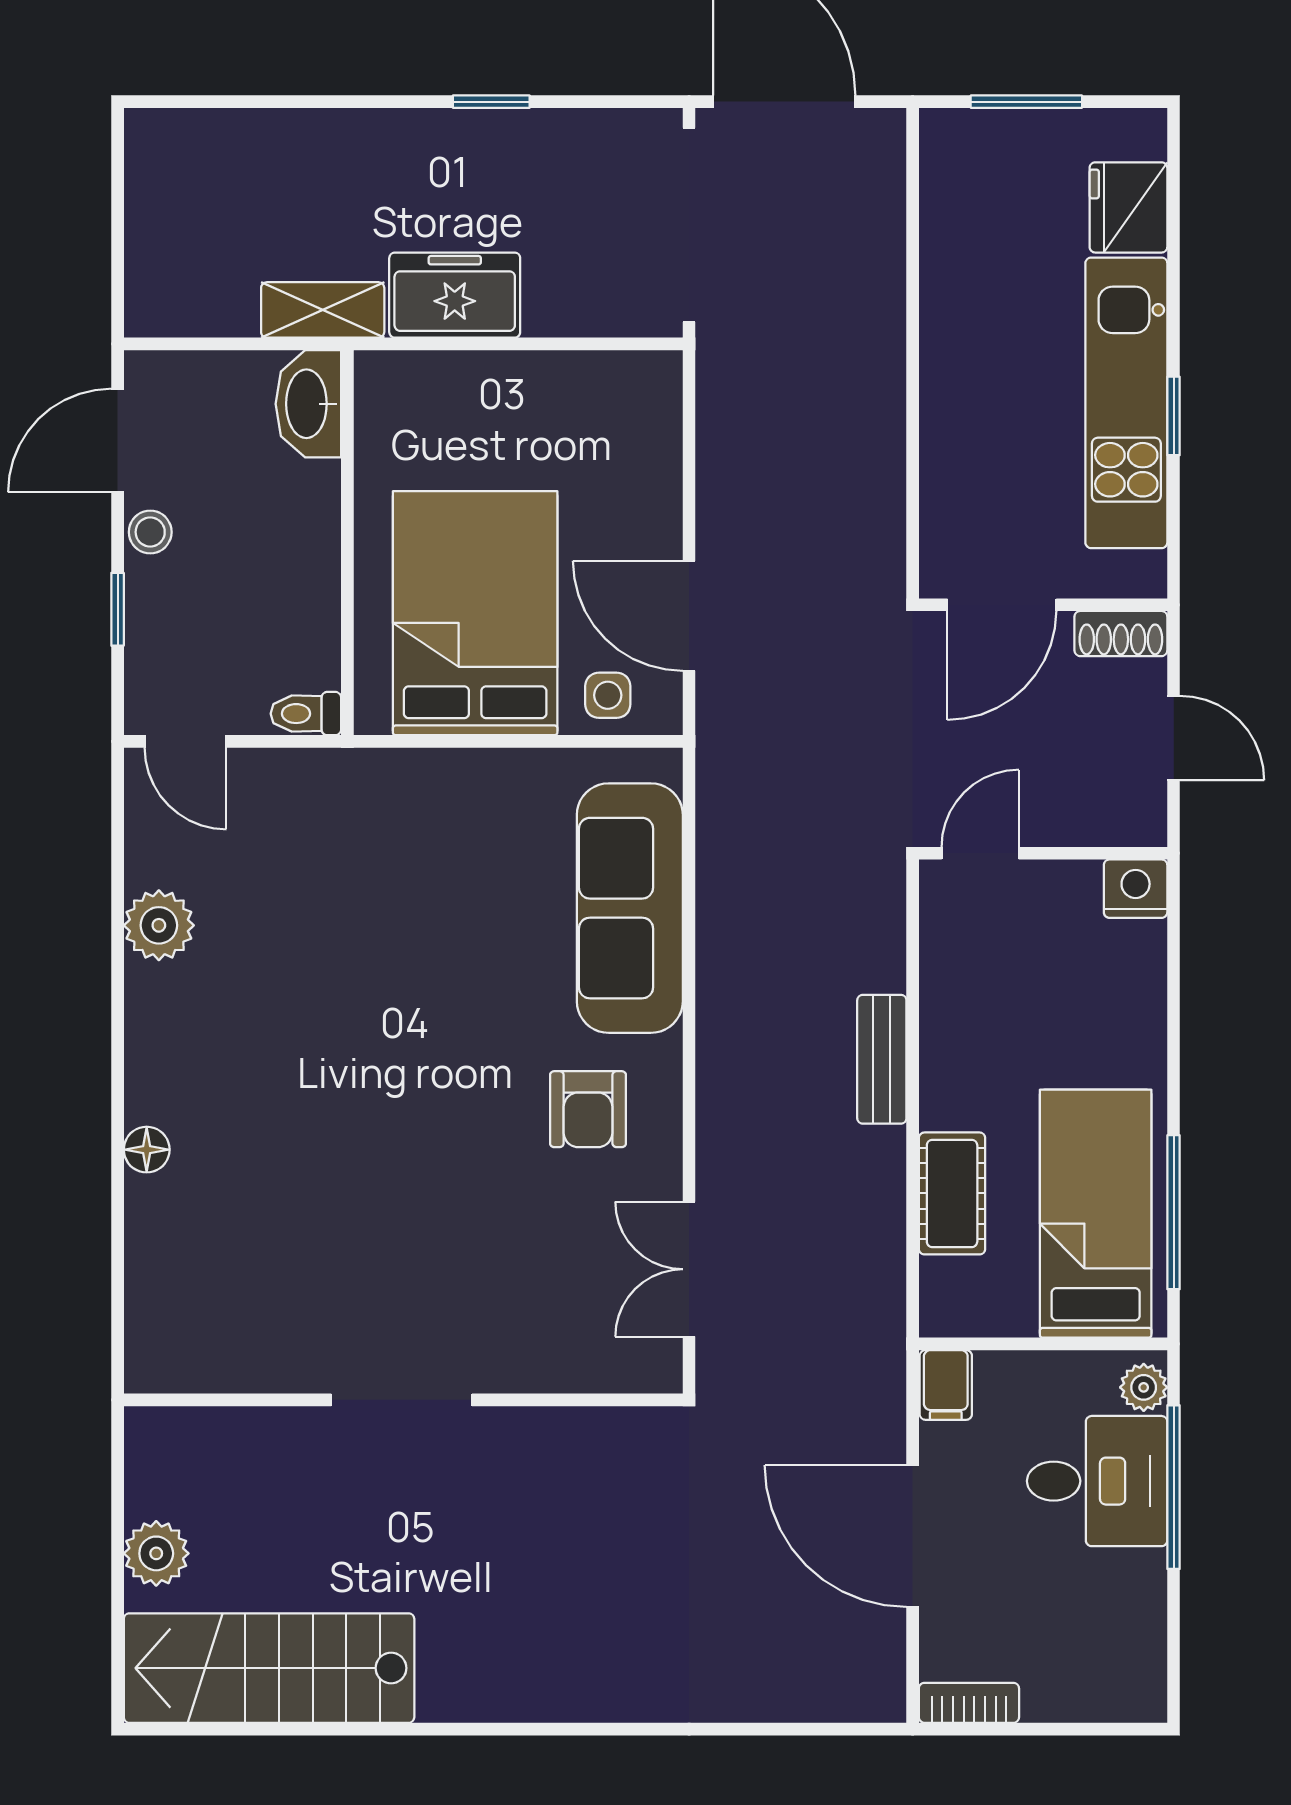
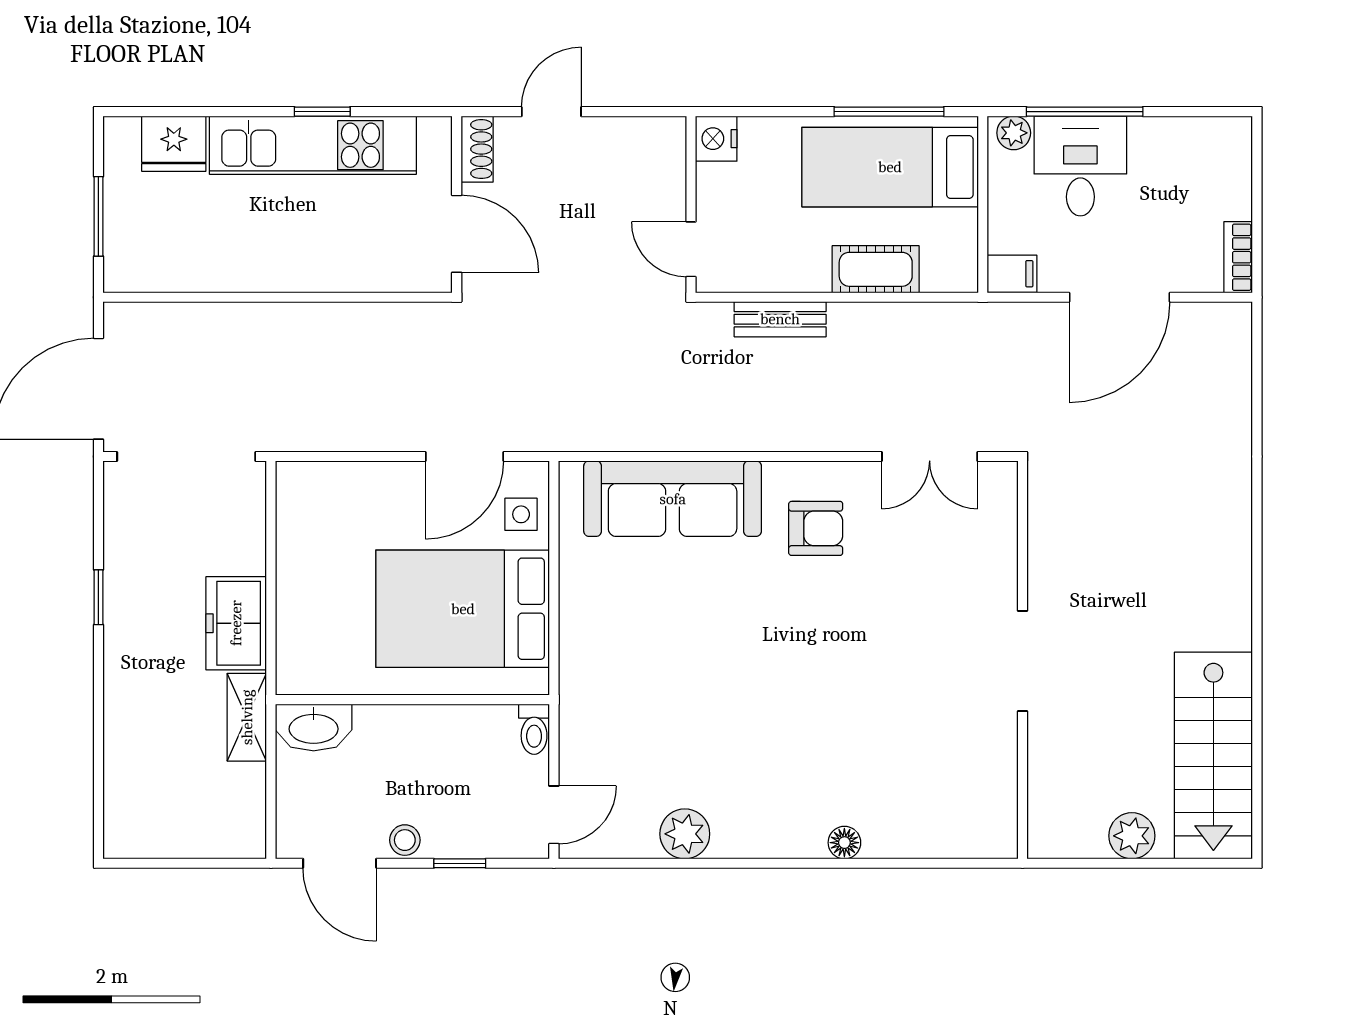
door: (980, 853) -> (691, 249), moved
wall: (1043, 853) -> (691, 204), moved
nightstand: (1136, 889) -> (716, 139), moved

